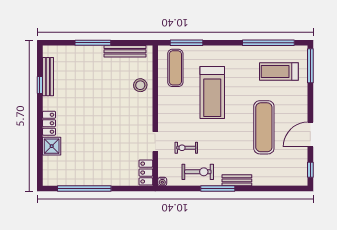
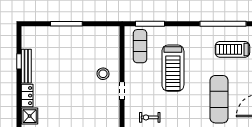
bench: (125, 51) -> (95, 31), removed
bench: (48, 77) -> (26, 66), moved
stool: (140, 85) -> (103, 74), moved
doorway: (155, 142) -> (122, 91), moved

